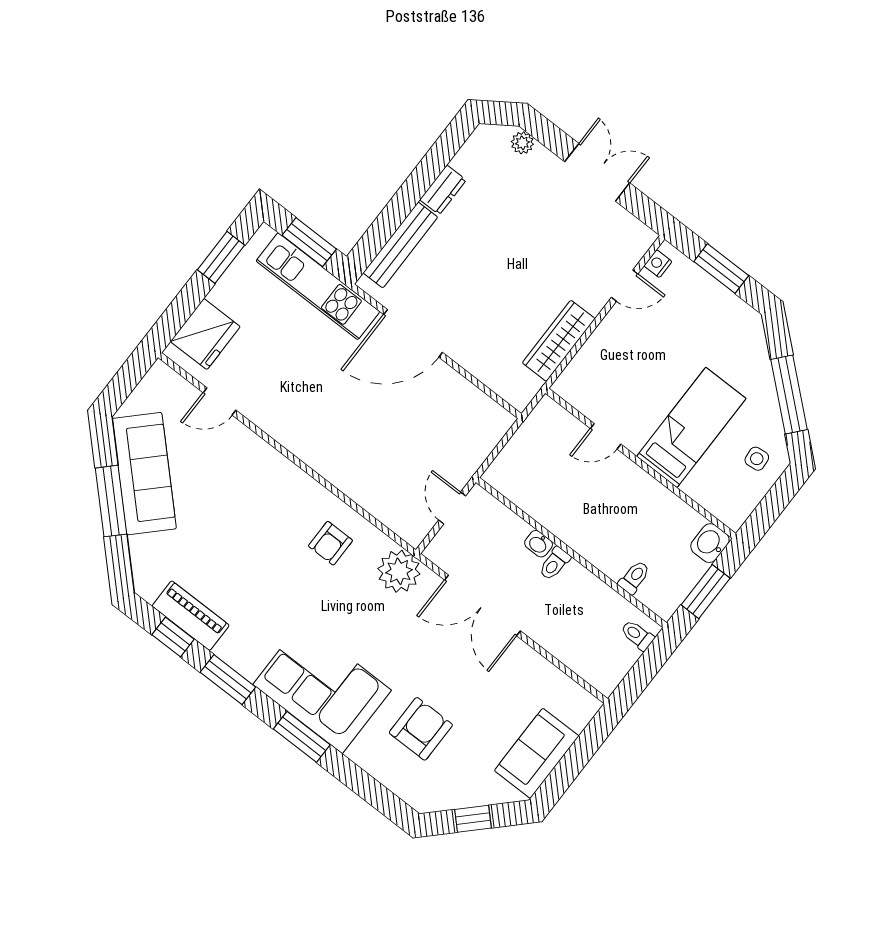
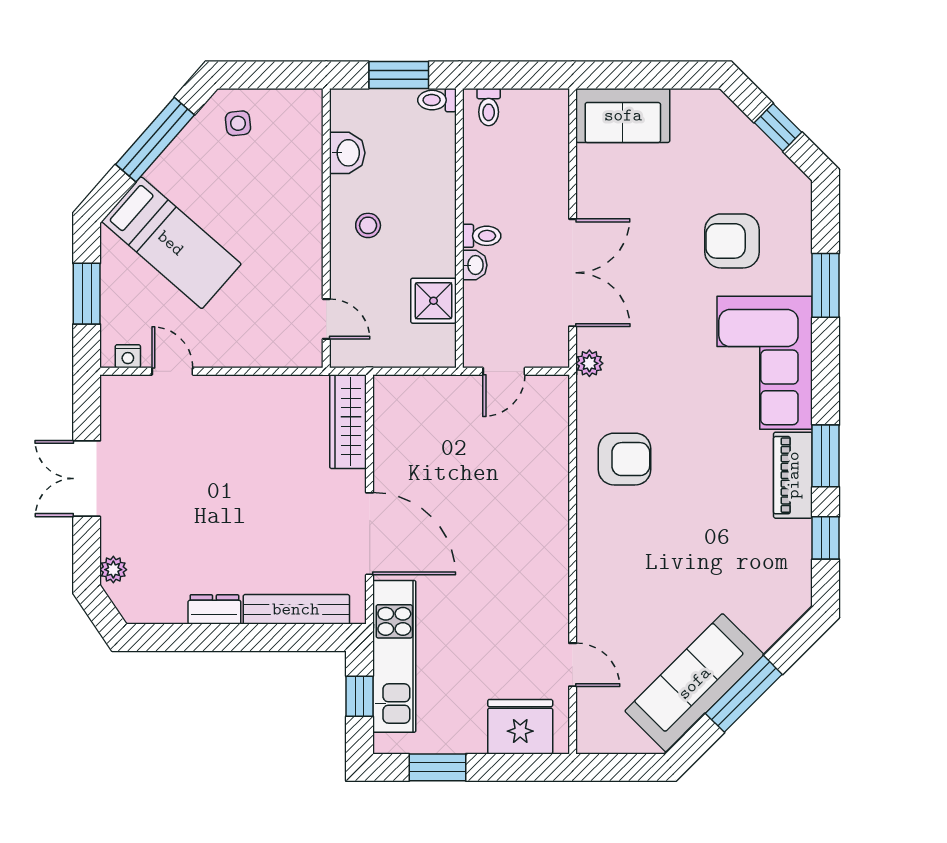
window: (309, 242) -> (360, 696), width x0.67
wardrobe: (559, 341) -> (348, 422), moved, turned 90
bed: (691, 427) -> (171, 243), moved, turned -139
door: (606, 436) -> (326, 319), moved
stool: (621, 493) -> (368, 225), added
shower: (536, 497) -> (433, 301), added
armchair: (330, 543) -> (625, 459), width x1.38, depth x1.38
washbasin: (710, 543) -> (347, 153), moved, turned -90
plant: (399, 571) -> (589, 363), width x0.53, depth x0.53
toilet: (634, 577) -> (437, 100), moved
piano: (191, 616) -> (793, 475), moved
window: (302, 737) -> (826, 285), moved
sofa: (537, 753) -> (623, 115), moved

